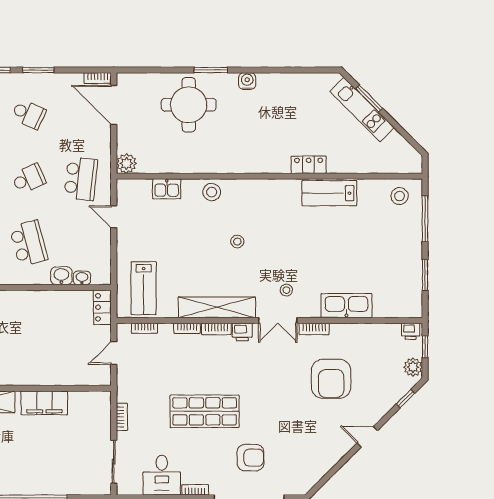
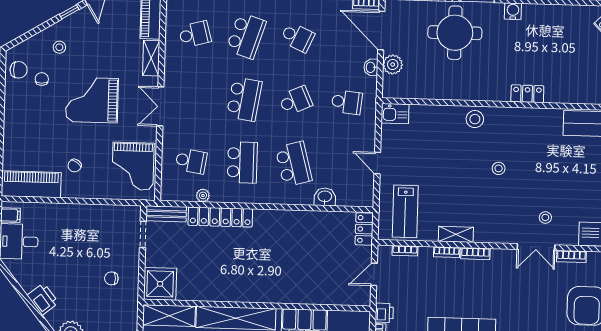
plant: (126, 163) -> (393, 64), moved
locker: (309, 165) -> (527, 94), moved
school desk: (81, 179) -> (347, 102), width x0.54
kitchen sink: (167, 189) -> (395, 114), moved
door: (114, 217) -> (377, 163), moved
washbasin: (82, 278) -> (371, 67), moved, turned -90
shelving: (217, 307) -> (456, 234), width x0.45, depth x0.75
printer: (242, 332) -> (384, 313), moved, turned -90

